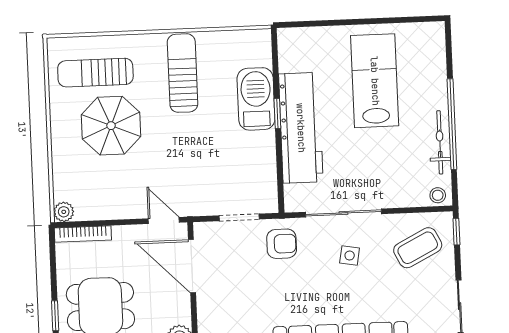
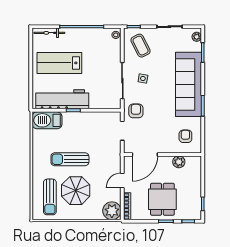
sun lounger: (183, 73) -> (70, 159), moved
barbecue: (256, 99) -> (47, 120), moved
workbench: (301, 128) -> (62, 99), moved
bicycle: (440, 142) -> (49, 33), moved
plant: (64, 212) -> (112, 211), width x1.88, depth x1.88
door: (164, 221) -> (122, 181), moved

